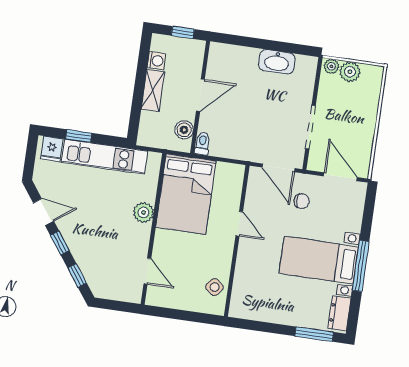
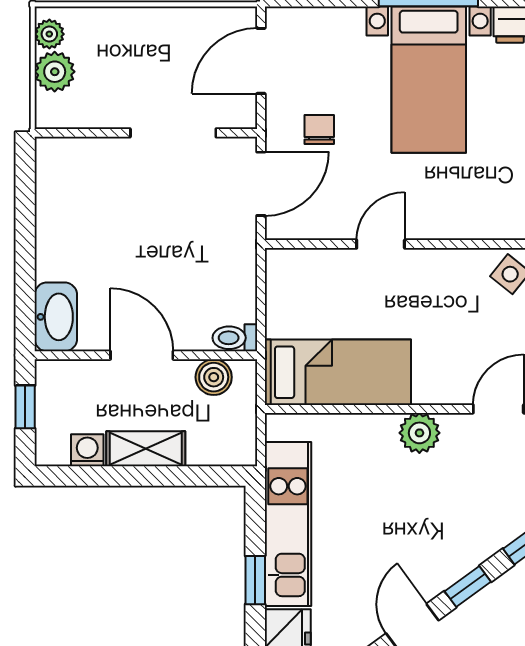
washbasin: (277, 62) -> (56, 317), moved
plant: (331, 66) -> (49, 34), moved
bed: (186, 194) -> (338, 372), width x0.67
plant: (143, 212) -> (419, 433), moved

